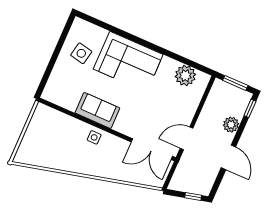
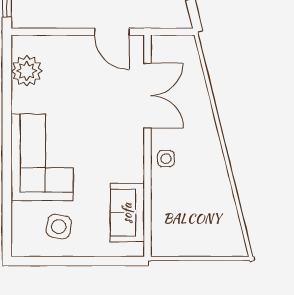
sofa: (97, 110) -> (127, 213), moved
double door: (152, 149) -> (147, 96), moved

